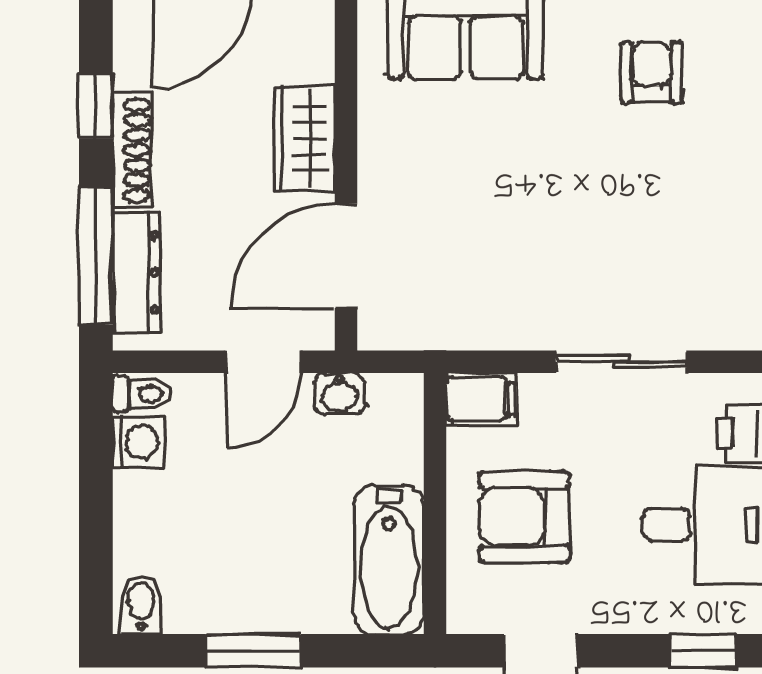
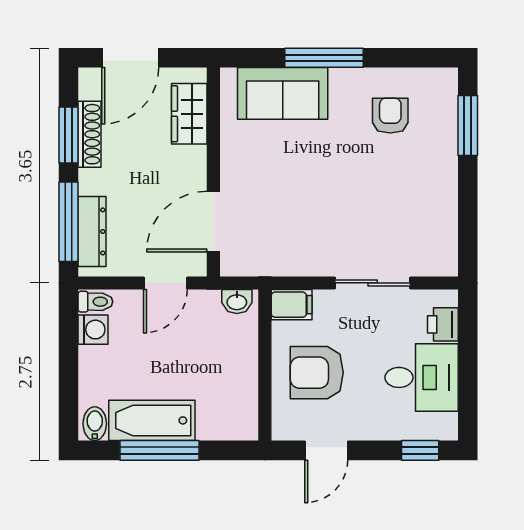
window: (96, 106) -> (69, 135), width x1.50
wardrobe: (304, 138) -> (189, 114), moved
shoe rack: (132, 150) -> (90, 134), moved
washbasin: (340, 394) -> (237, 302), moved
bathtub: (389, 560) -> (152, 420), moved, turned 90
window: (253, 651) -> (160, 450), width x1.44

